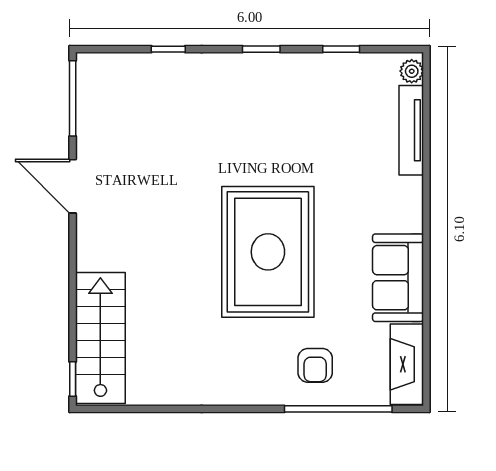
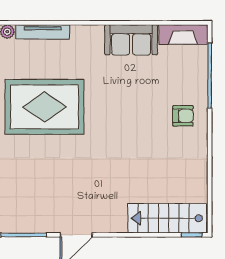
rug: (268, 252) -> (45, 107), moved
armchair: (315, 365) -> (183, 116), moved

